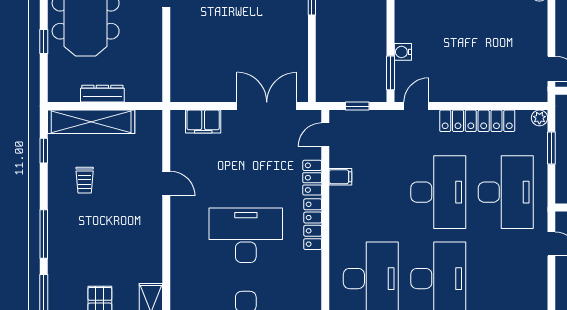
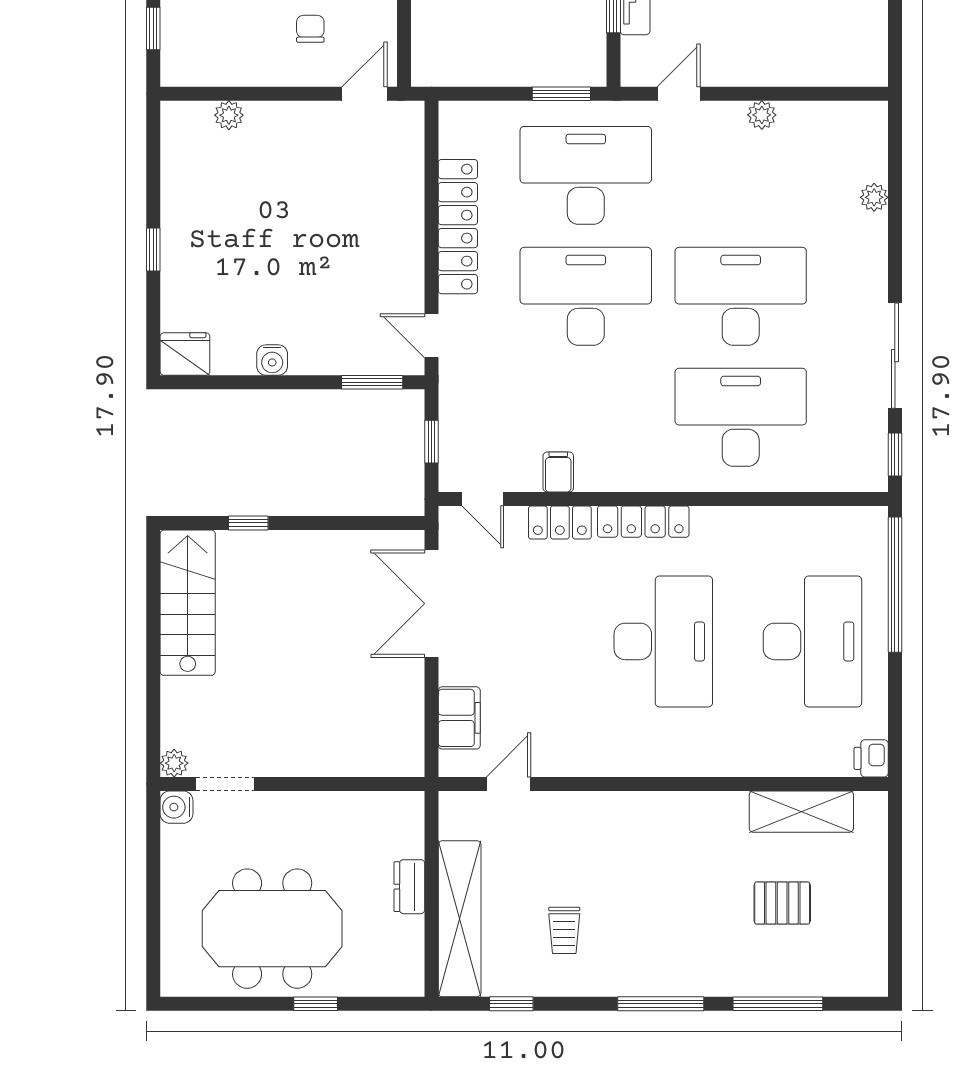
water cooler: (403, 52) -> (272, 360), moved
dresser: (102, 94) -> (409, 887), width x0.70
plant: (539, 118) -> (762, 115), moved
window: (551, 148) -> (561, 94), moved
trolley: (85, 180) -> (564, 930), turned 90
door: (166, 184) -> (508, 784), moved
desk: (246, 235) -> (663, 641), turned 180

